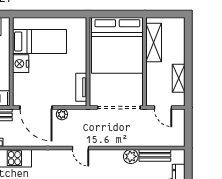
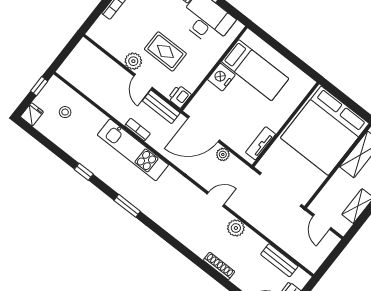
door: (36, 108) -> (204, 129), hinge flipped
door: (81, 148) -> (216, 199), swing flipped
plant: (131, 156) -> (236, 228), moved

